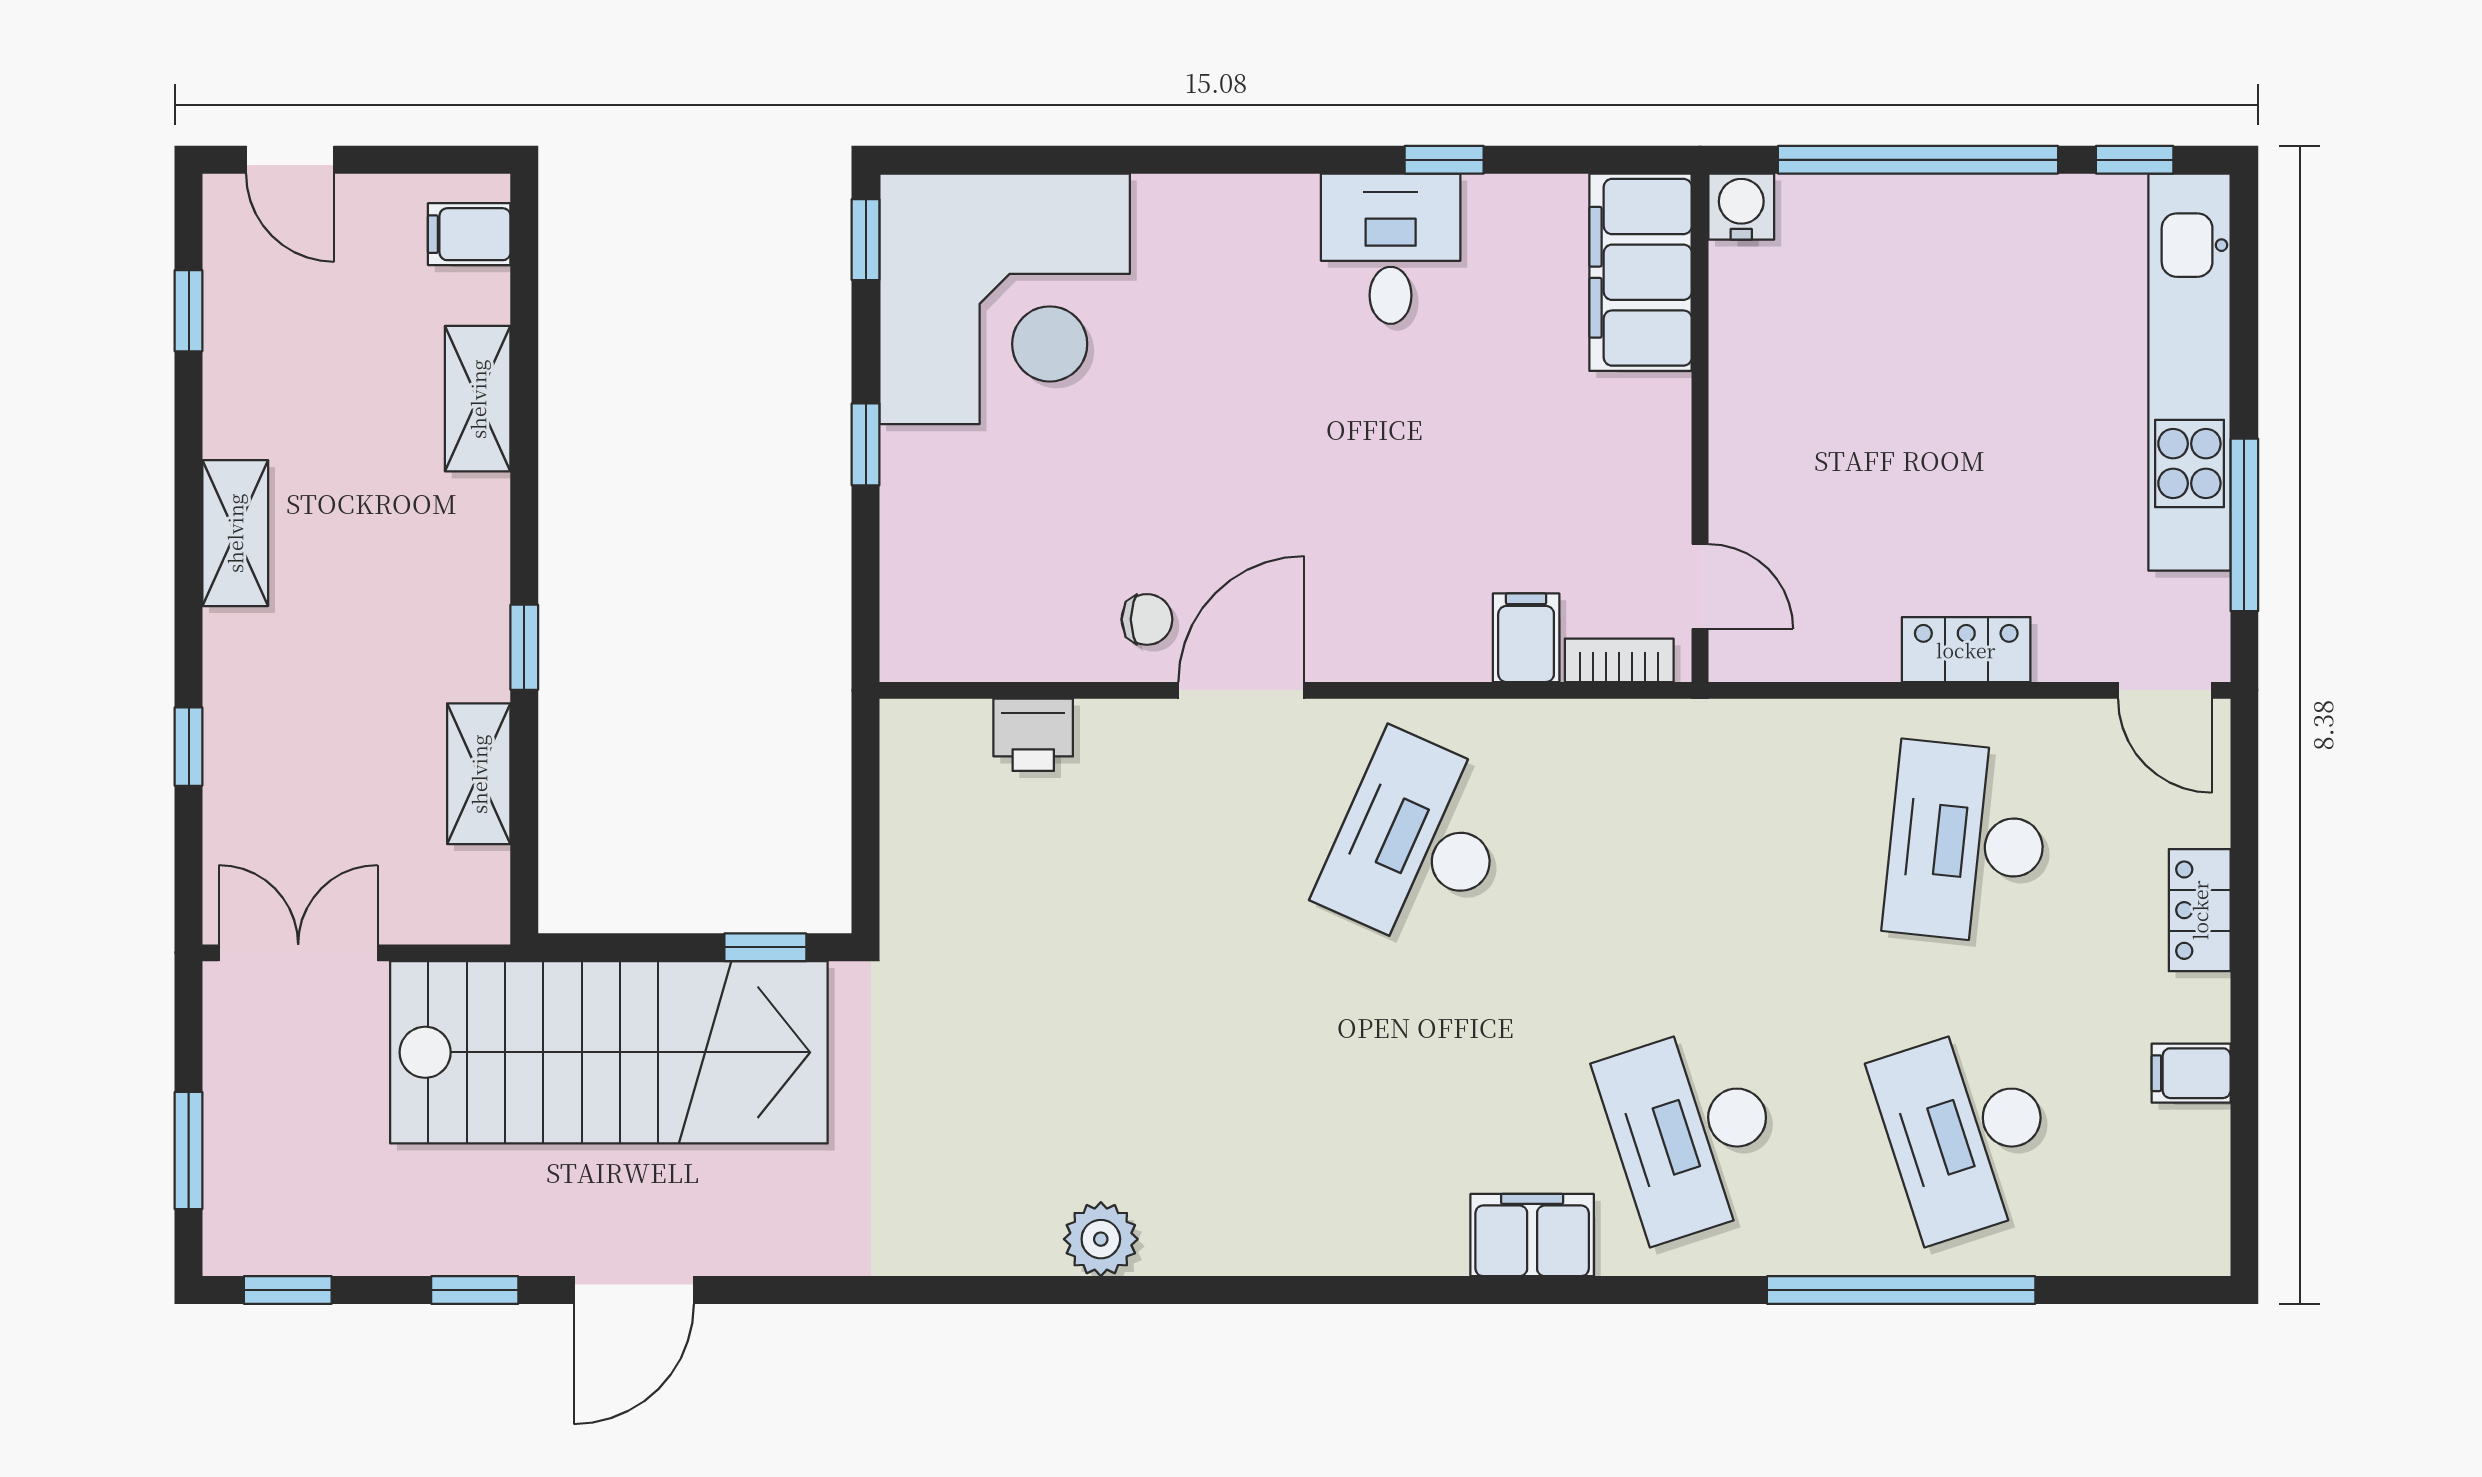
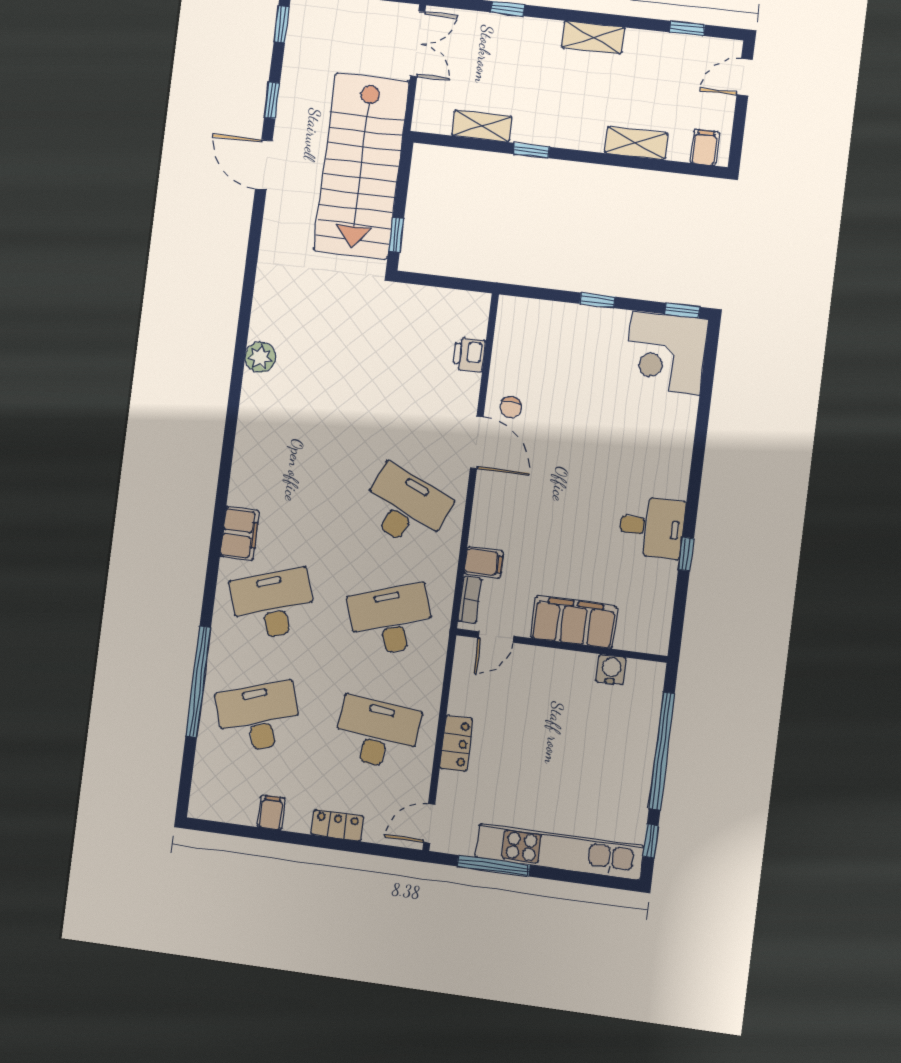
water cooler: (1741, 207) -> (611, 669), moved, turned -90
filing cabinet: (1641, 272) -> (574, 622), moved
corner desk: (1005, 299) -> (666, 353), width x0.74, depth x0.74
desk: (1692, 843) -> (391, 620), added

